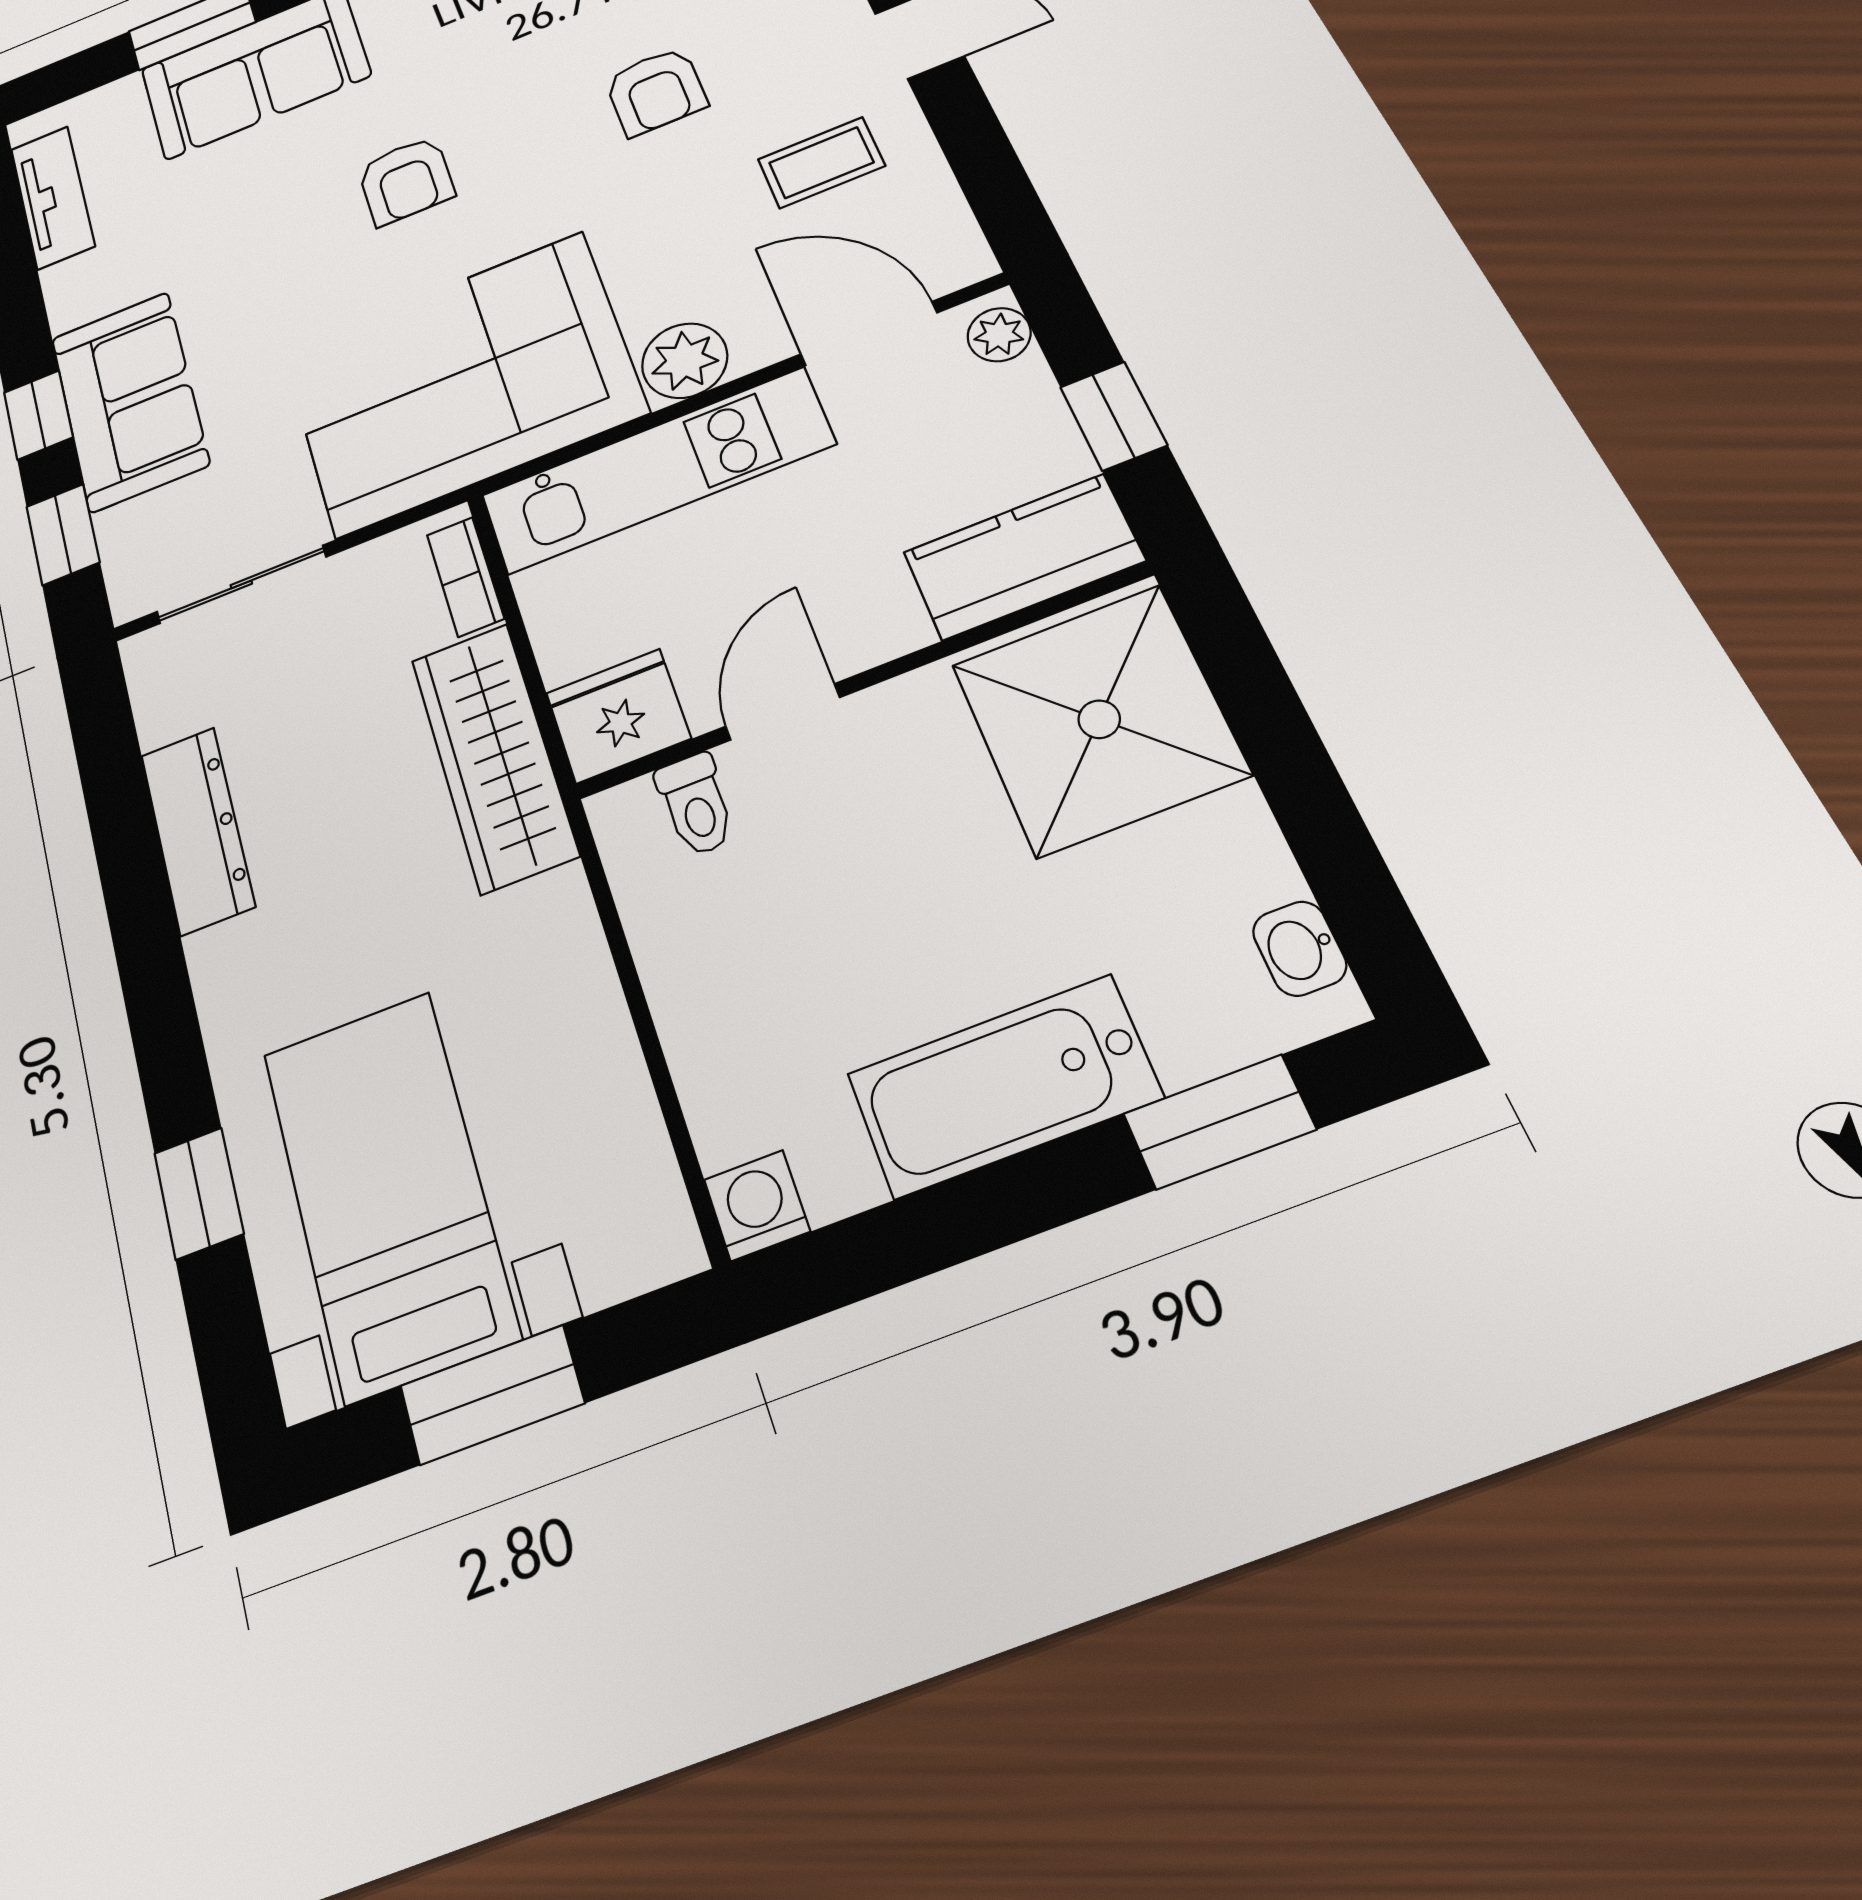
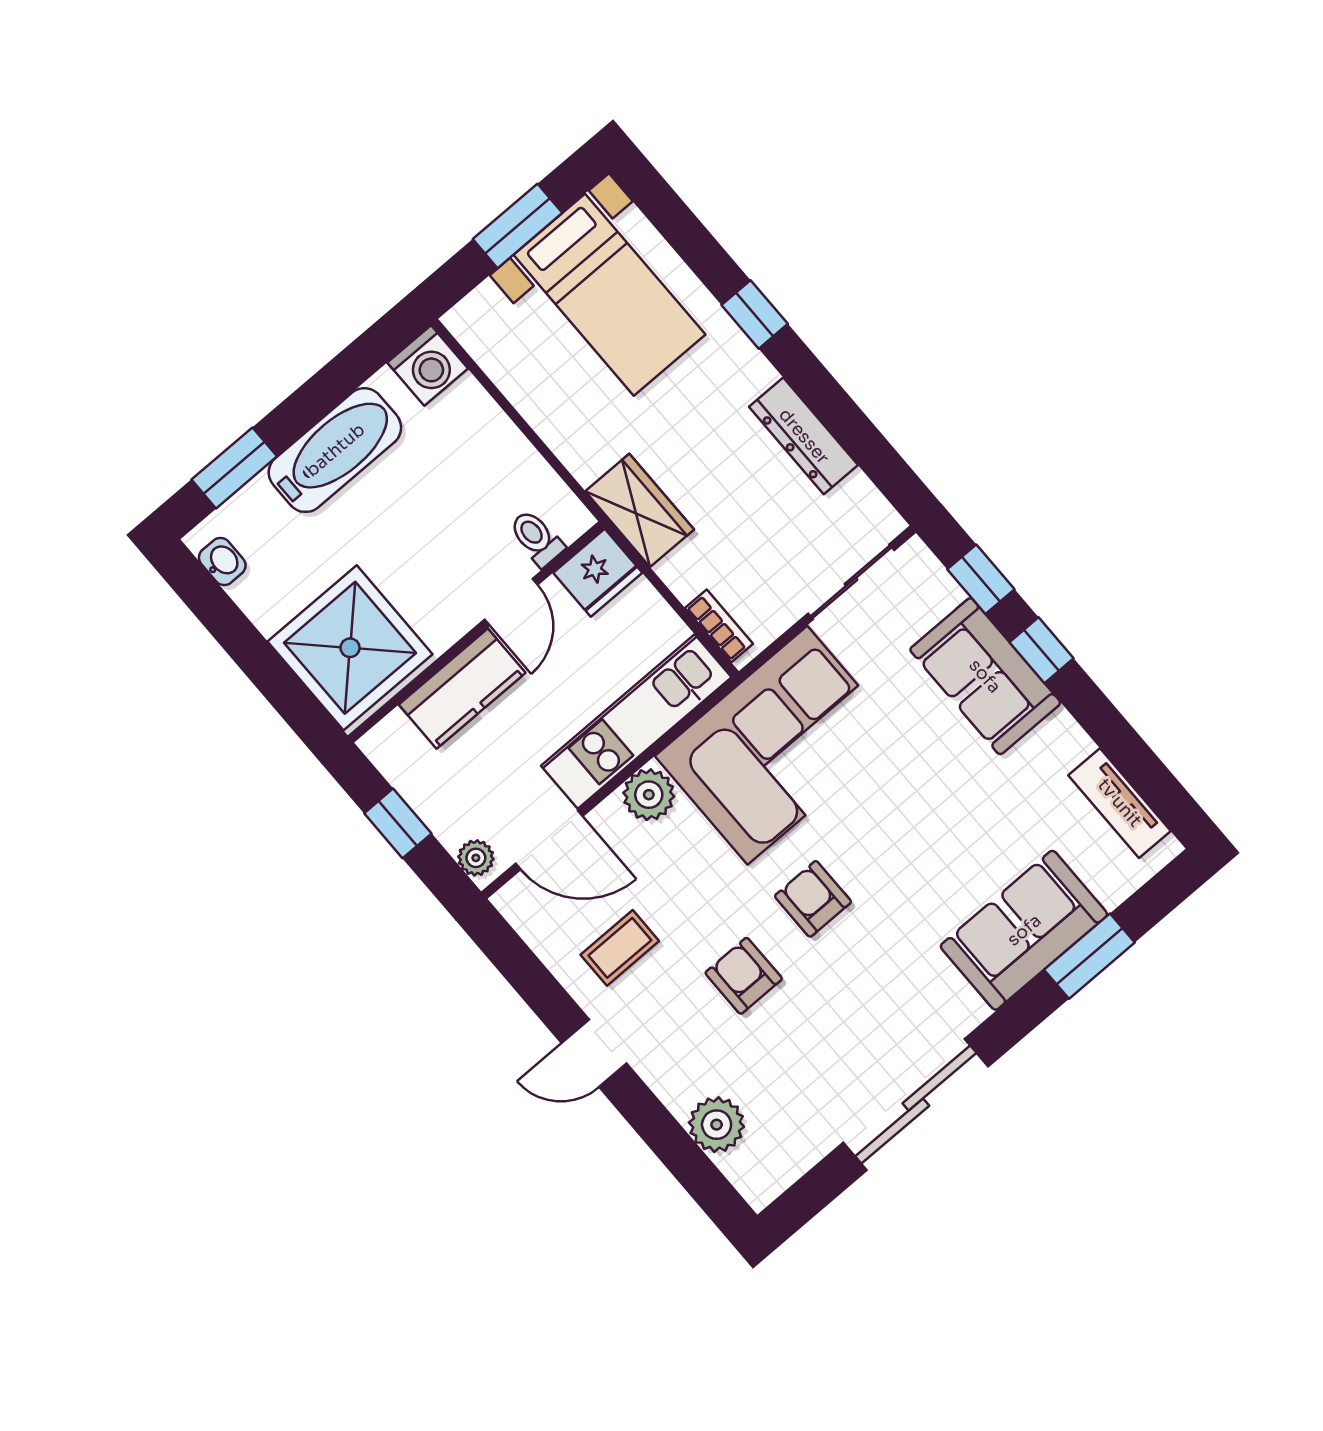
armchair: (406, 181) -> (813, 899), moved
kitchen counter: (1024, 557) -> (462, 689), moved
wardrobe: (494, 756) -> (640, 510), width x0.67
window: (199, 1193) -> (755, 314), moved
washing machine: (757, 1205) -> (428, 366), width x1.38, depth x1.38

